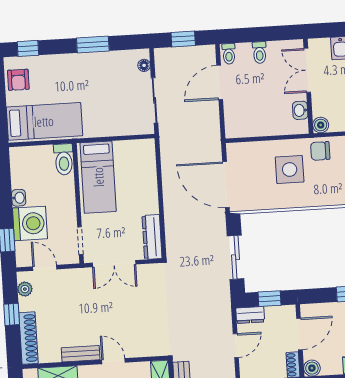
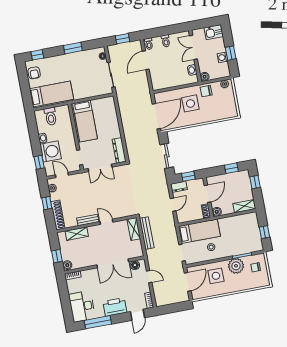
toilet: (64, 159) -> (51, 116), moved
door: (226, 185) -> (156, 116), swing flipped

